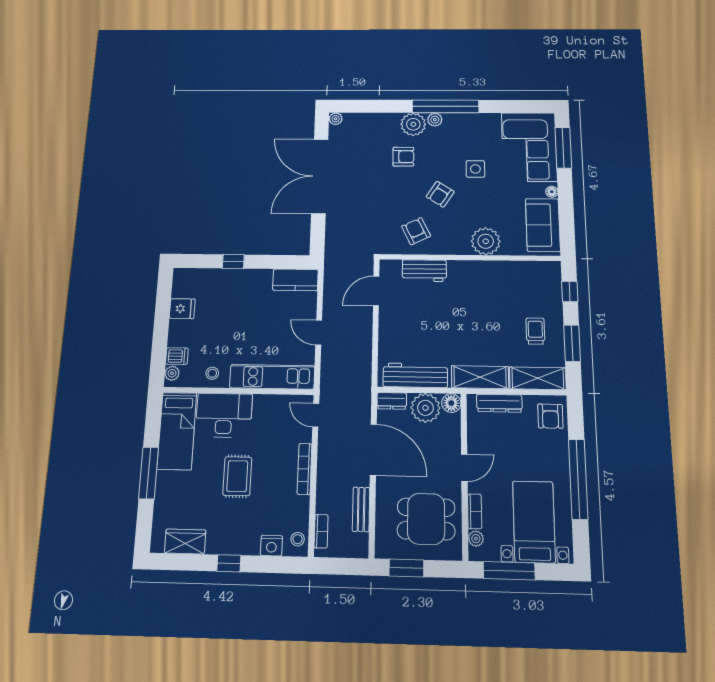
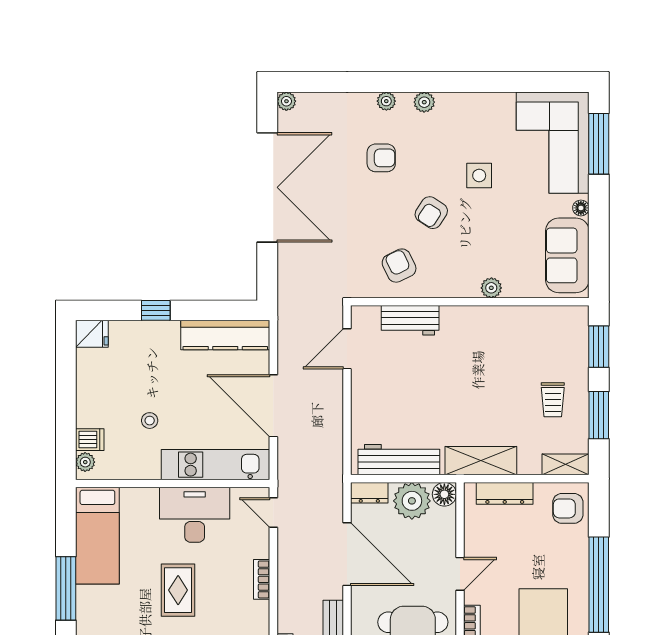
window: (446, 106) -> (439, 82), removed
plant: (413, 124) -> (386, 101), width x0.53, depth x0.53
double door: (320, 176) -> (267, 187), swing flipped
plant: (486, 241) -> (491, 288), width x0.53, depth x0.53
kitchen counter: (295, 280) -> (225, 335), width x1.50
window: (570, 291) -> (599, 347), width x1.50
fridge: (182, 309) -> (92, 334), moved
trolley: (535, 331) -> (553, 400), turned 180
door: (319, 333) -> (273, 406), width x1.88
stool: (212, 373) -> (150, 421), moved
shelving: (538, 378) -> (566, 464), width x0.67, depth x0.75
desk: (224, 415) -> (195, 515), moved
armchair: (550, 416) -> (568, 508), turned 90
bookcase: (304, 469) -> (262, 579), width x0.64

